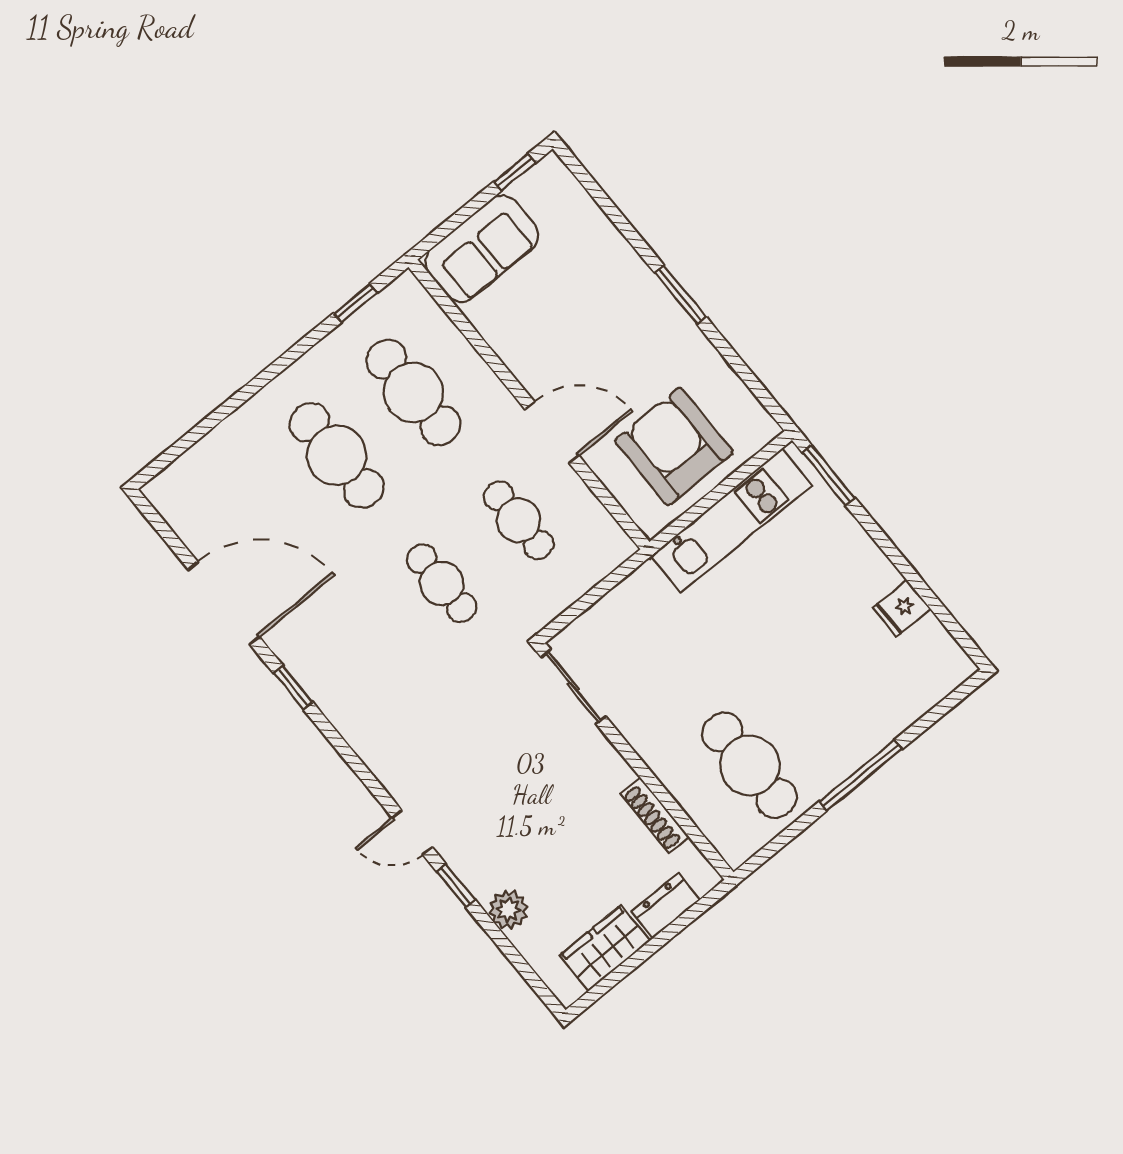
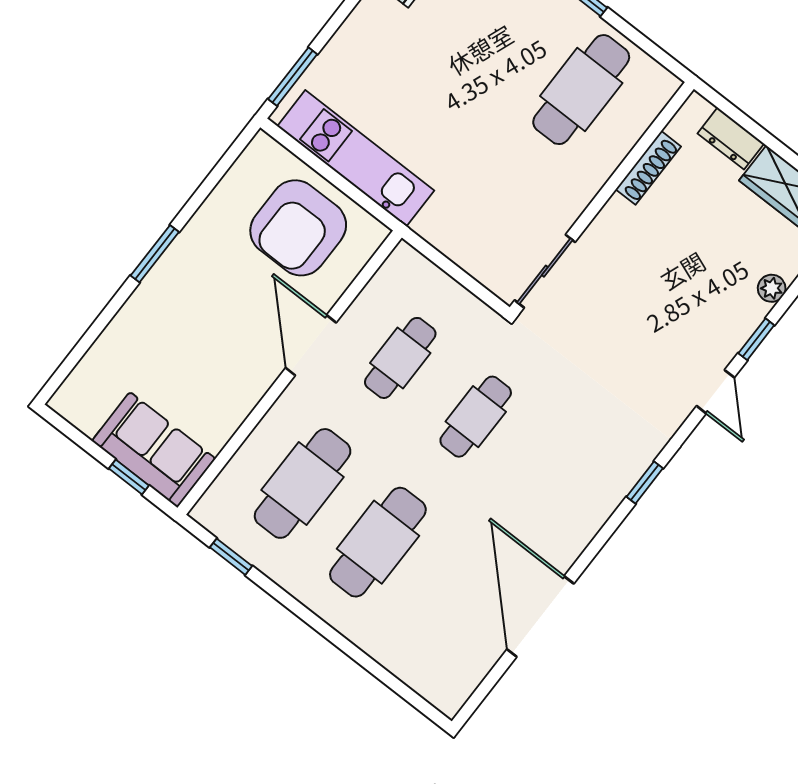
window: (514, 172) -> (129, 477), moved
window: (293, 688) -> (645, 482), moved
plant: (508, 910) -> (772, 288), width x0.73, depth x0.73

